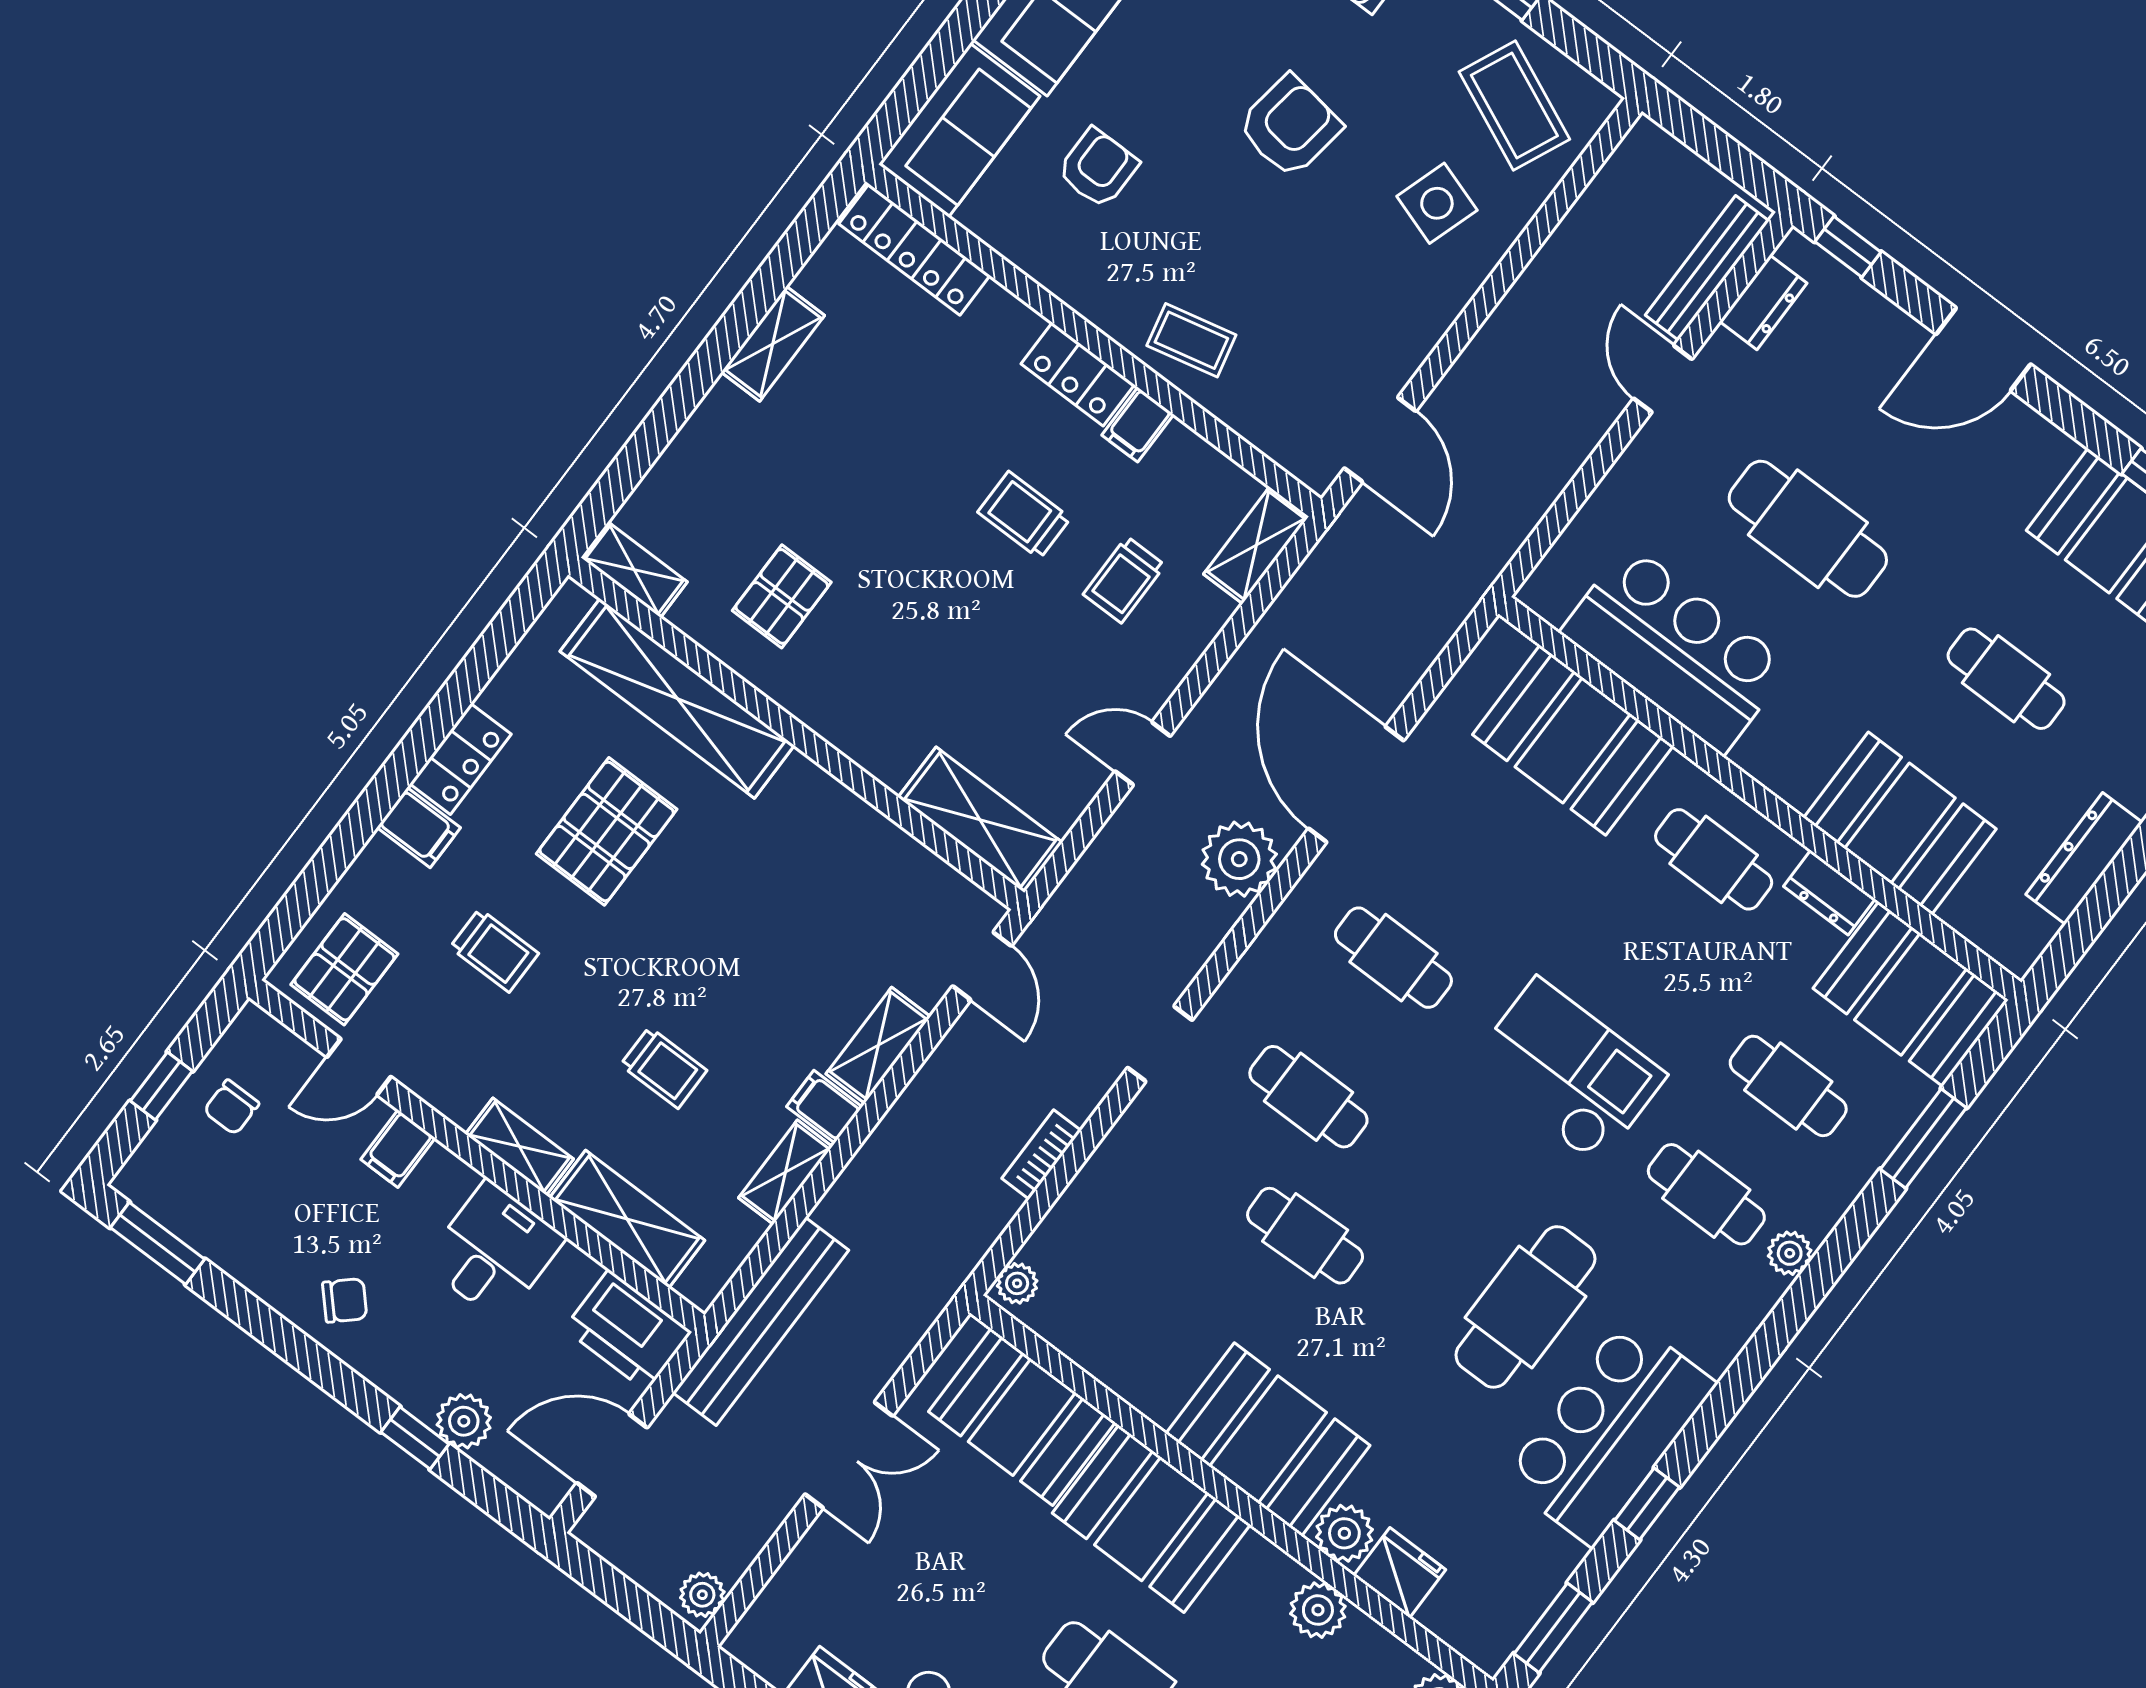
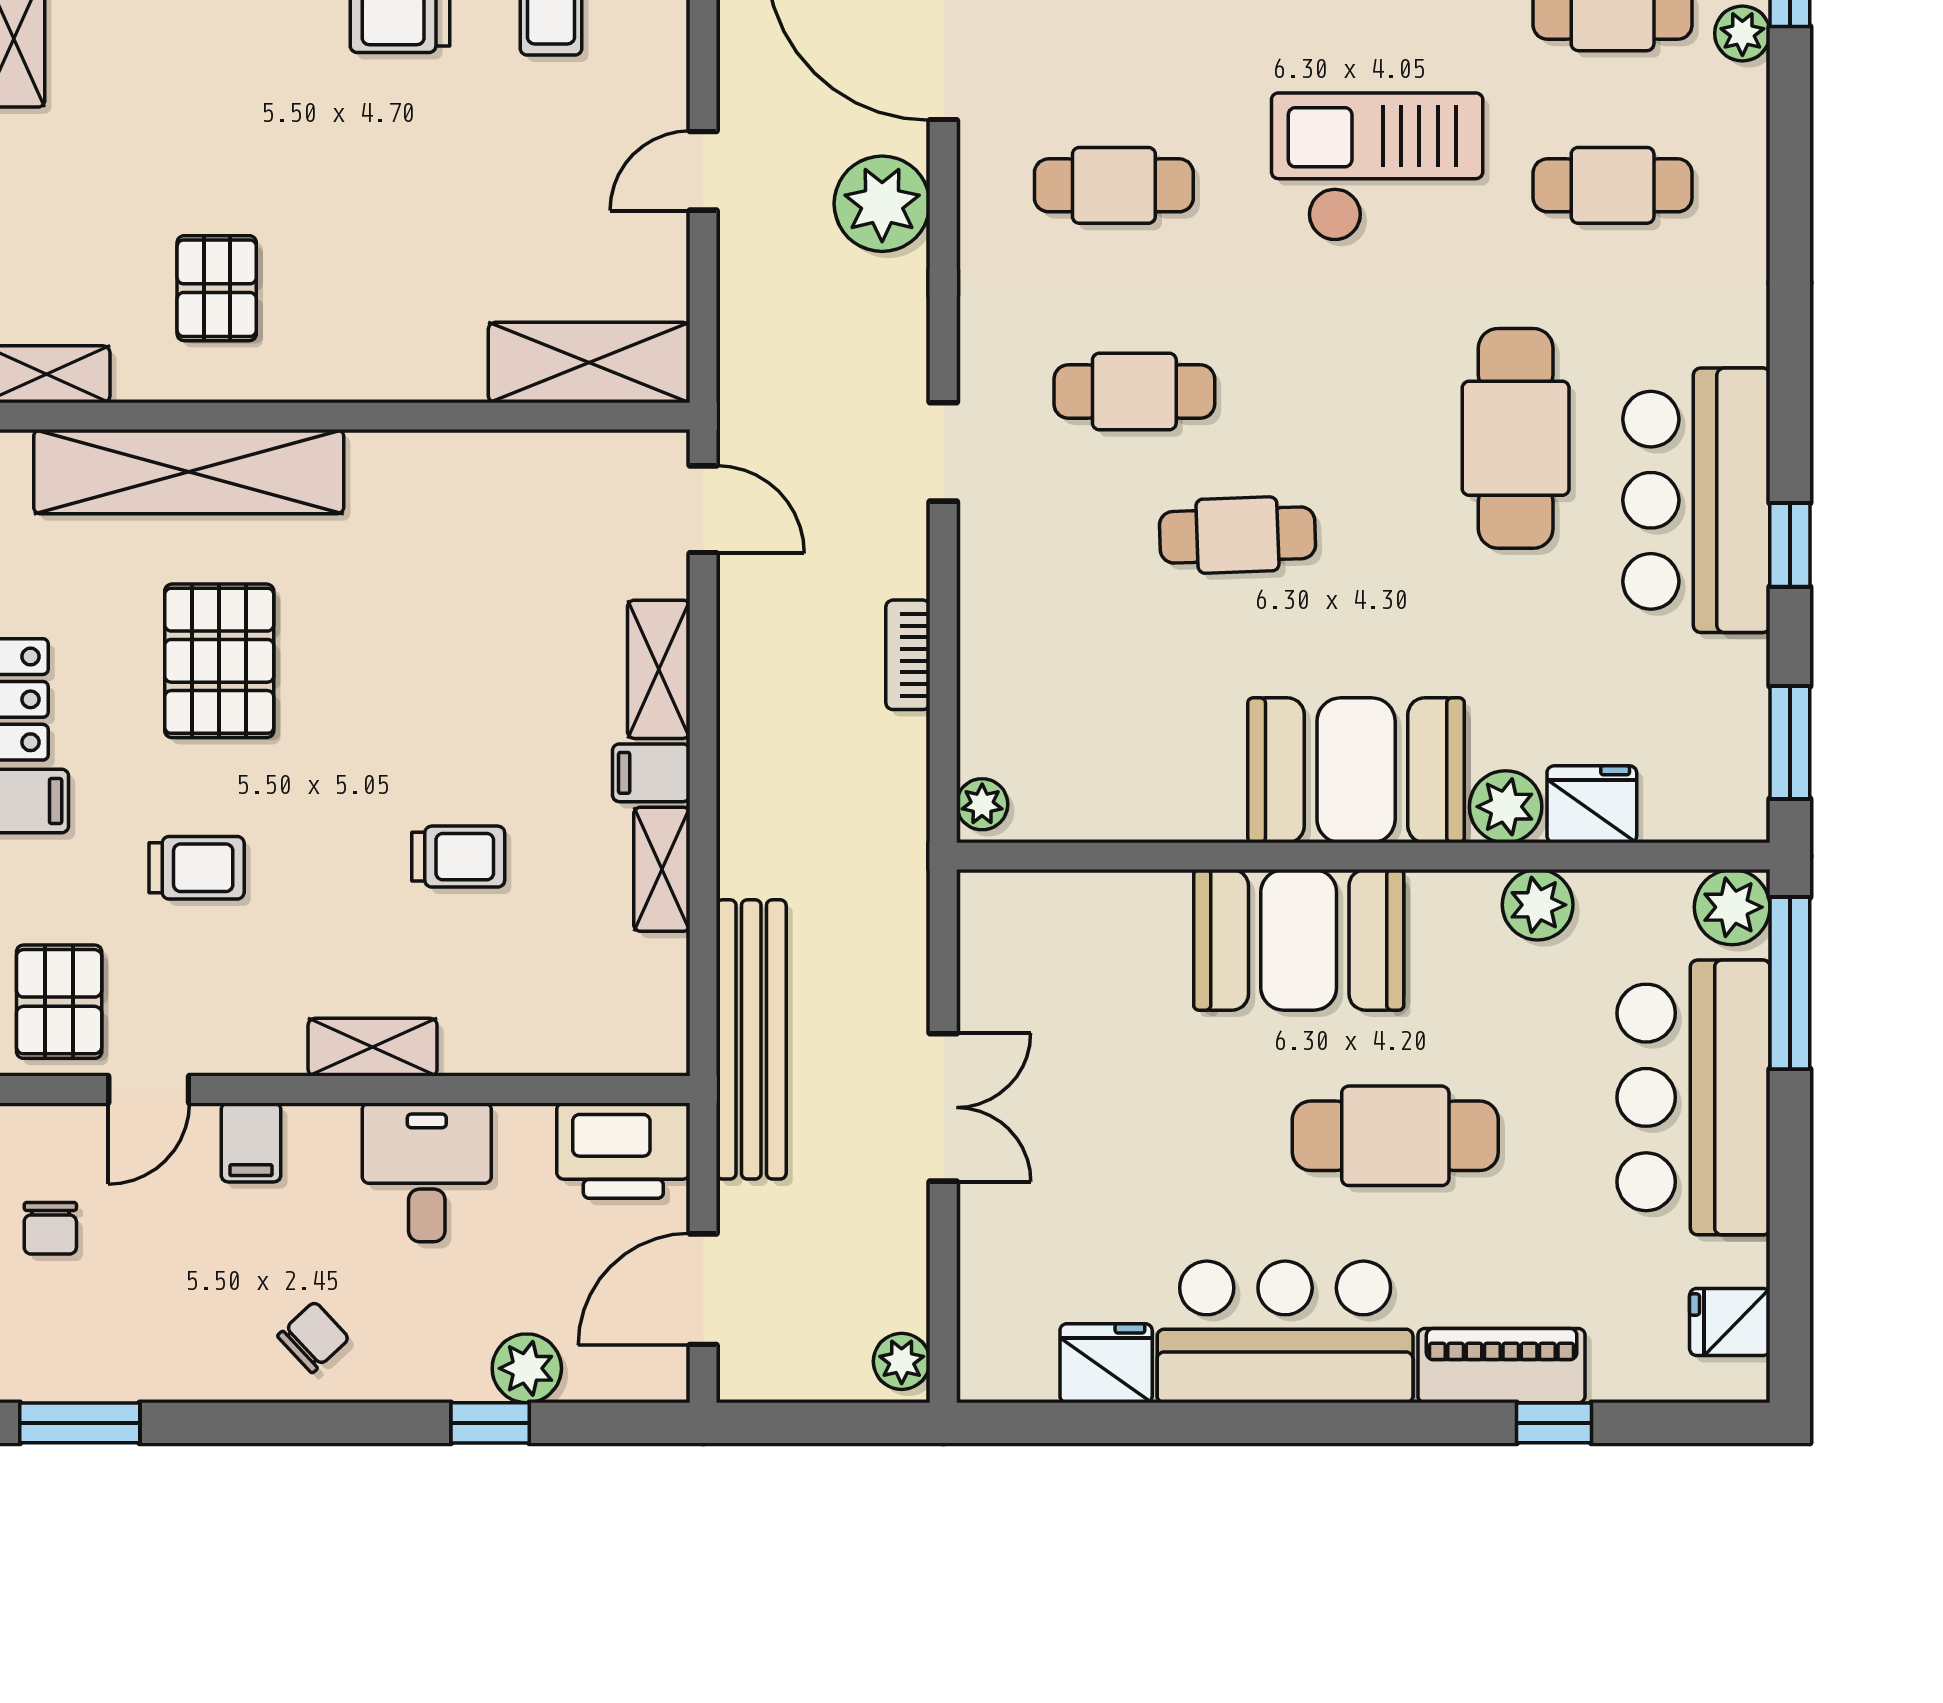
shelving: (627, 1219) -> (537, 1038), removed
plant: (1790, 1253) -> (1742, 33), moved
booth: (1022, 1417) -> (1089, 936), removed

